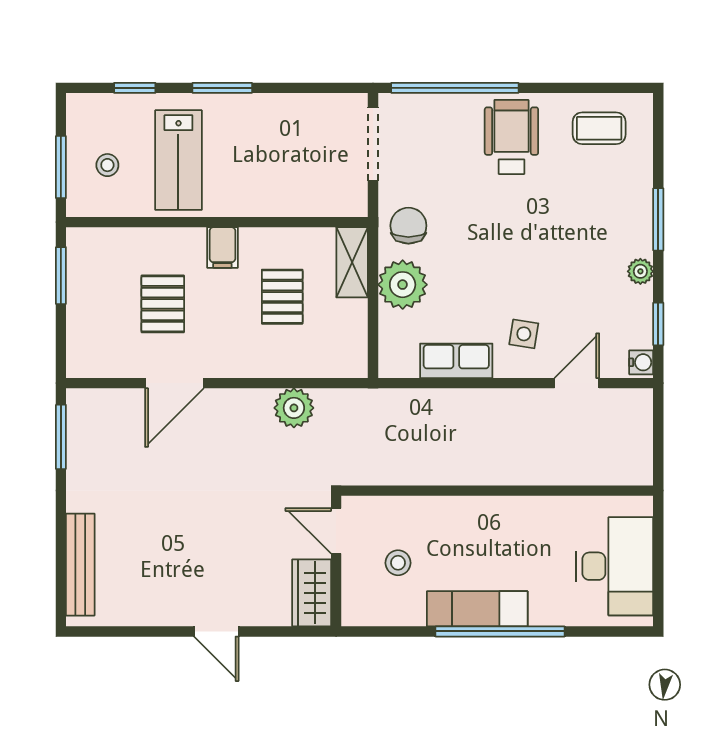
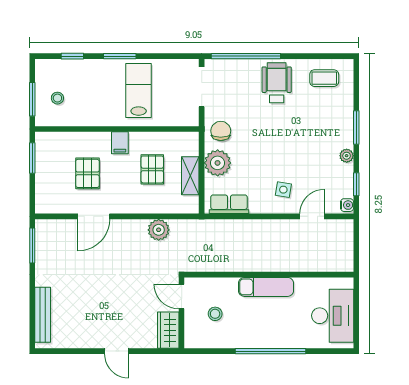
lab bench: (178, 160) -> (139, 90), moved, turned 180
shelving: (352, 262) -> (190, 176), moved
row of seats: (456, 361) -> (229, 204), moved
exam couch: (477, 609) -> (266, 287), moved, turned 180

